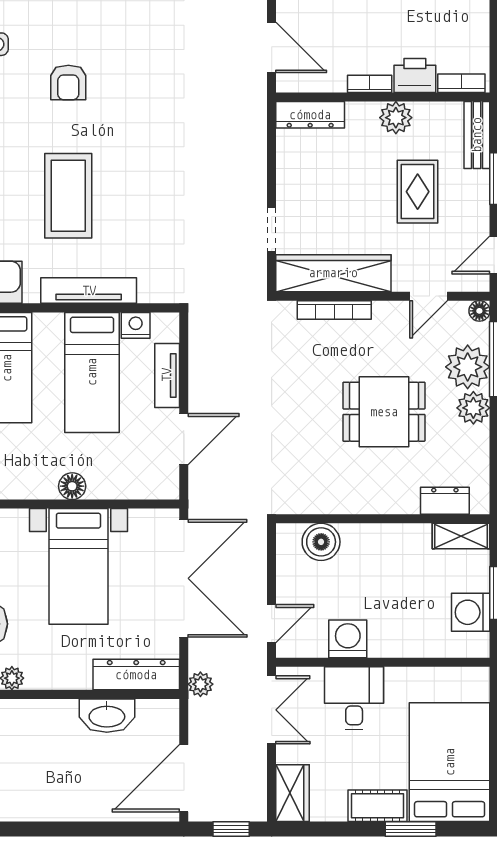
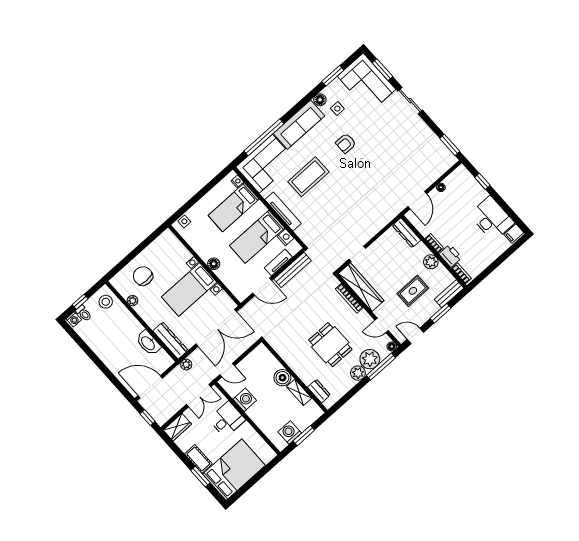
bench: (201, 362) -> (293, 270), added
shelving: (461, 536) -> (299, 392), moved
boiler: (321, 542) -> (282, 378), moved

